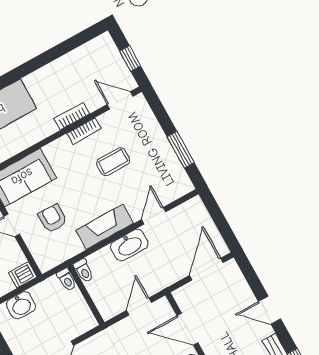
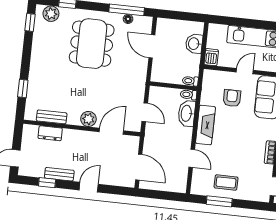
coffee table: (113, 162) -> (226, 182), moved, turned 90
armchair: (53, 218) -> (232, 98), turned -90
washbasin: (129, 245) -> (187, 113), moved

